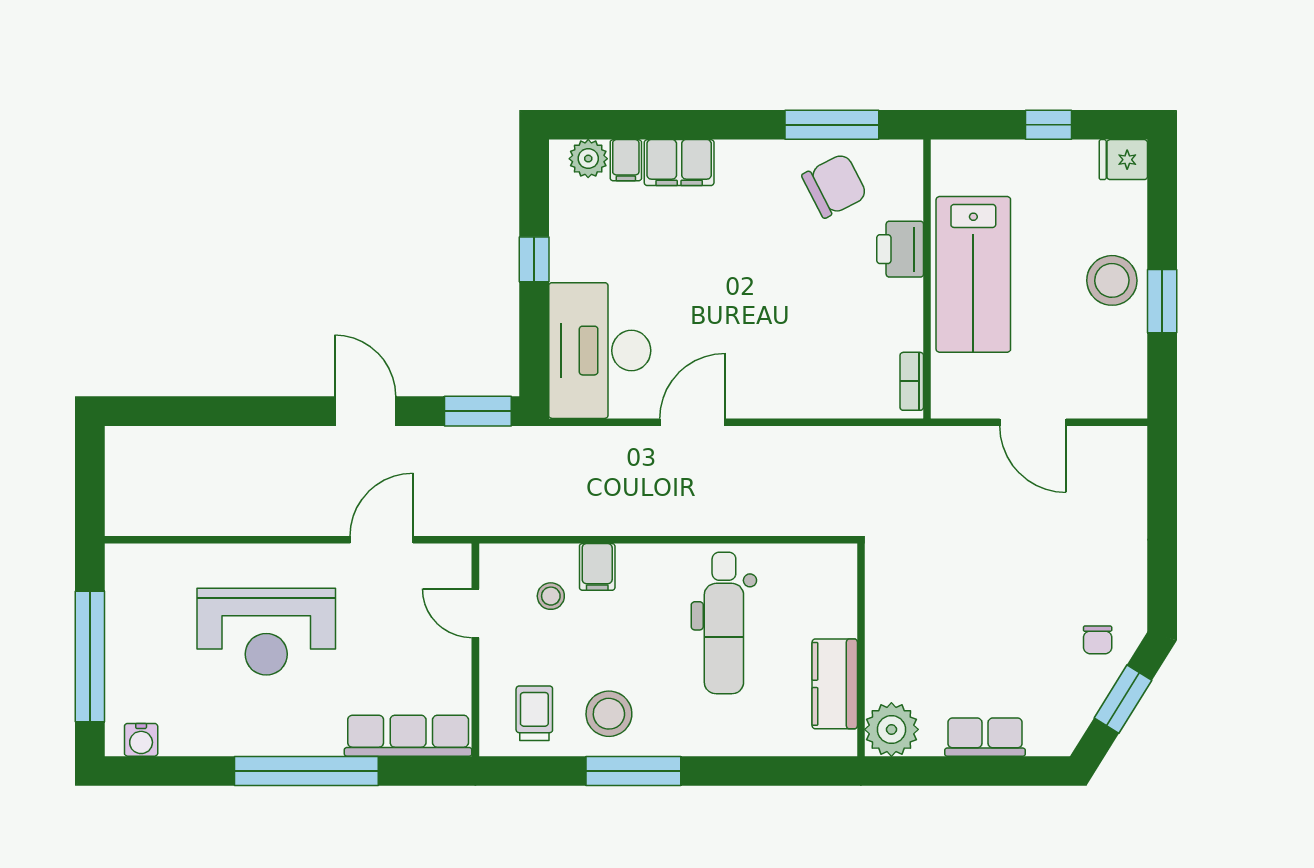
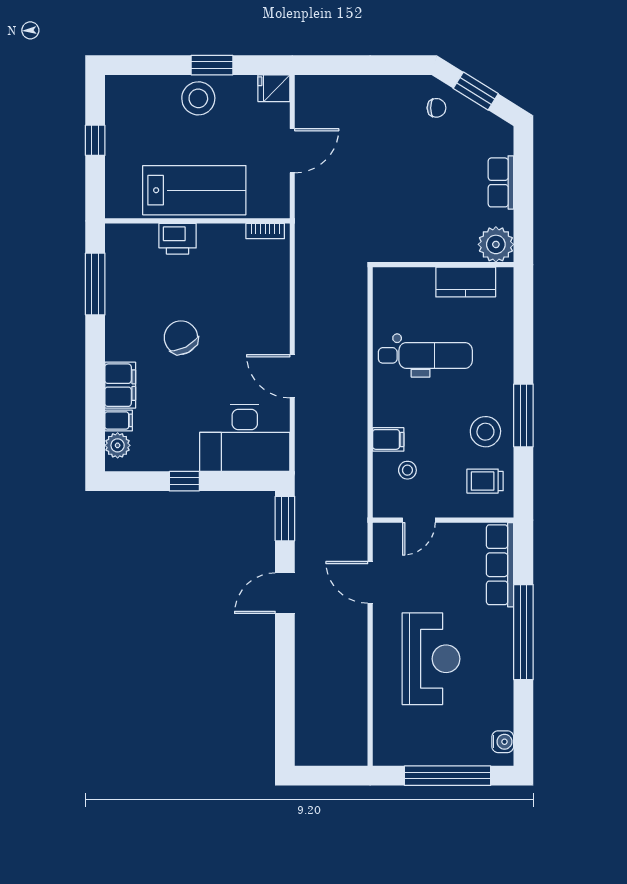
fridge: (1123, 160) -> (274, 88), moved, turned 90
chair: (835, 186) -> (181, 338), moved

